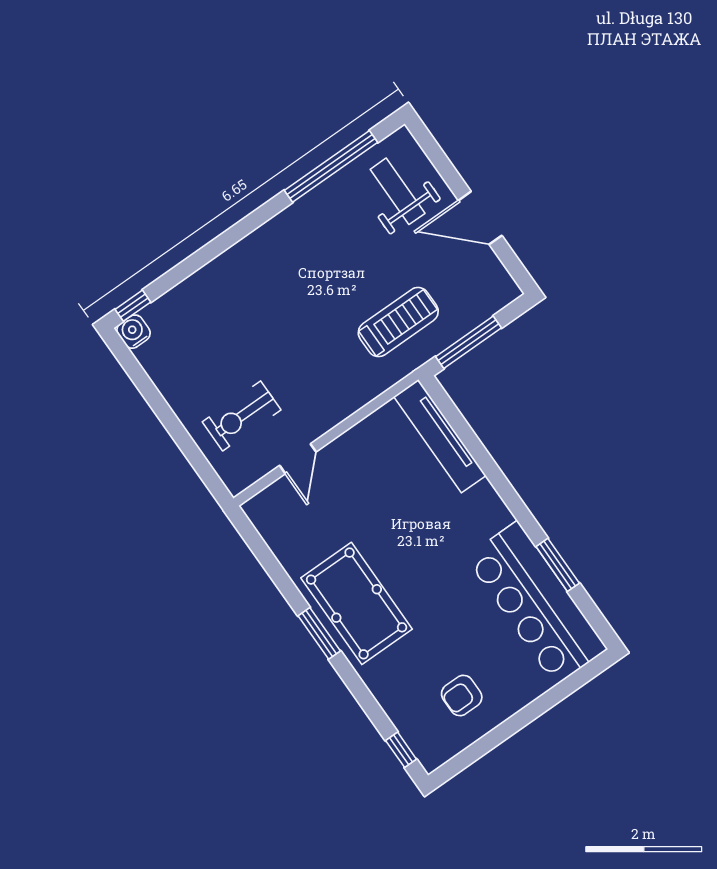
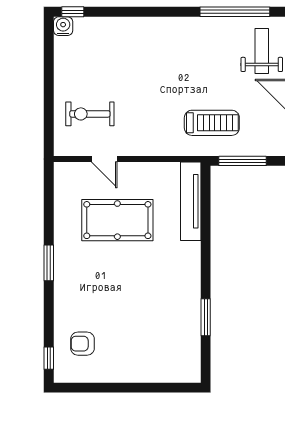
door: (298, 459) -> (104, 159), hinge flipped
pool table: (357, 603) -> (117, 220), moved, turned 90
bar counter: (536, 603) -> (179, 330), removed
armchair: (462, 695) -> (82, 344), moved

